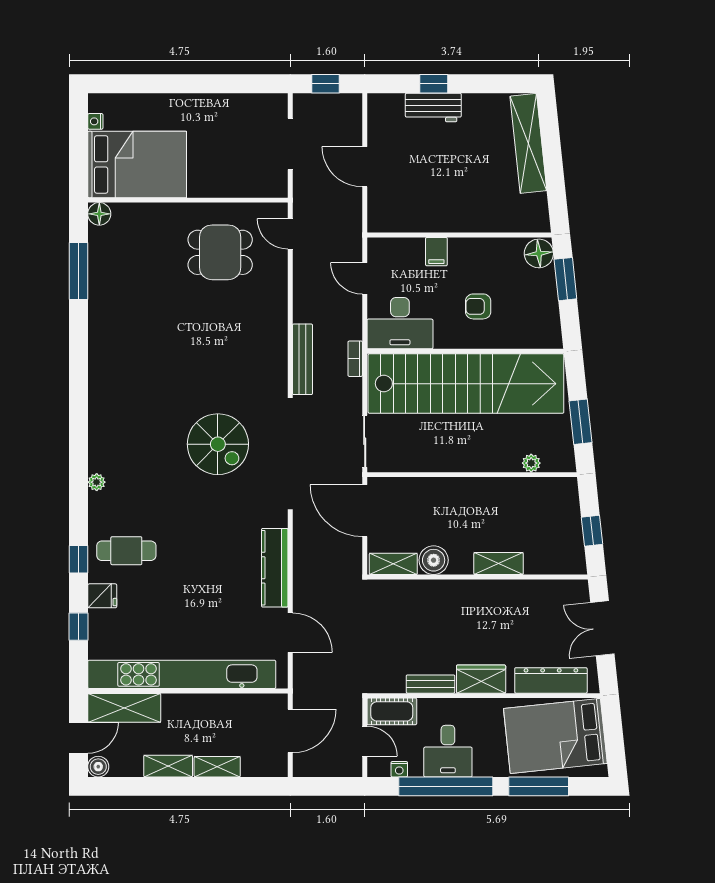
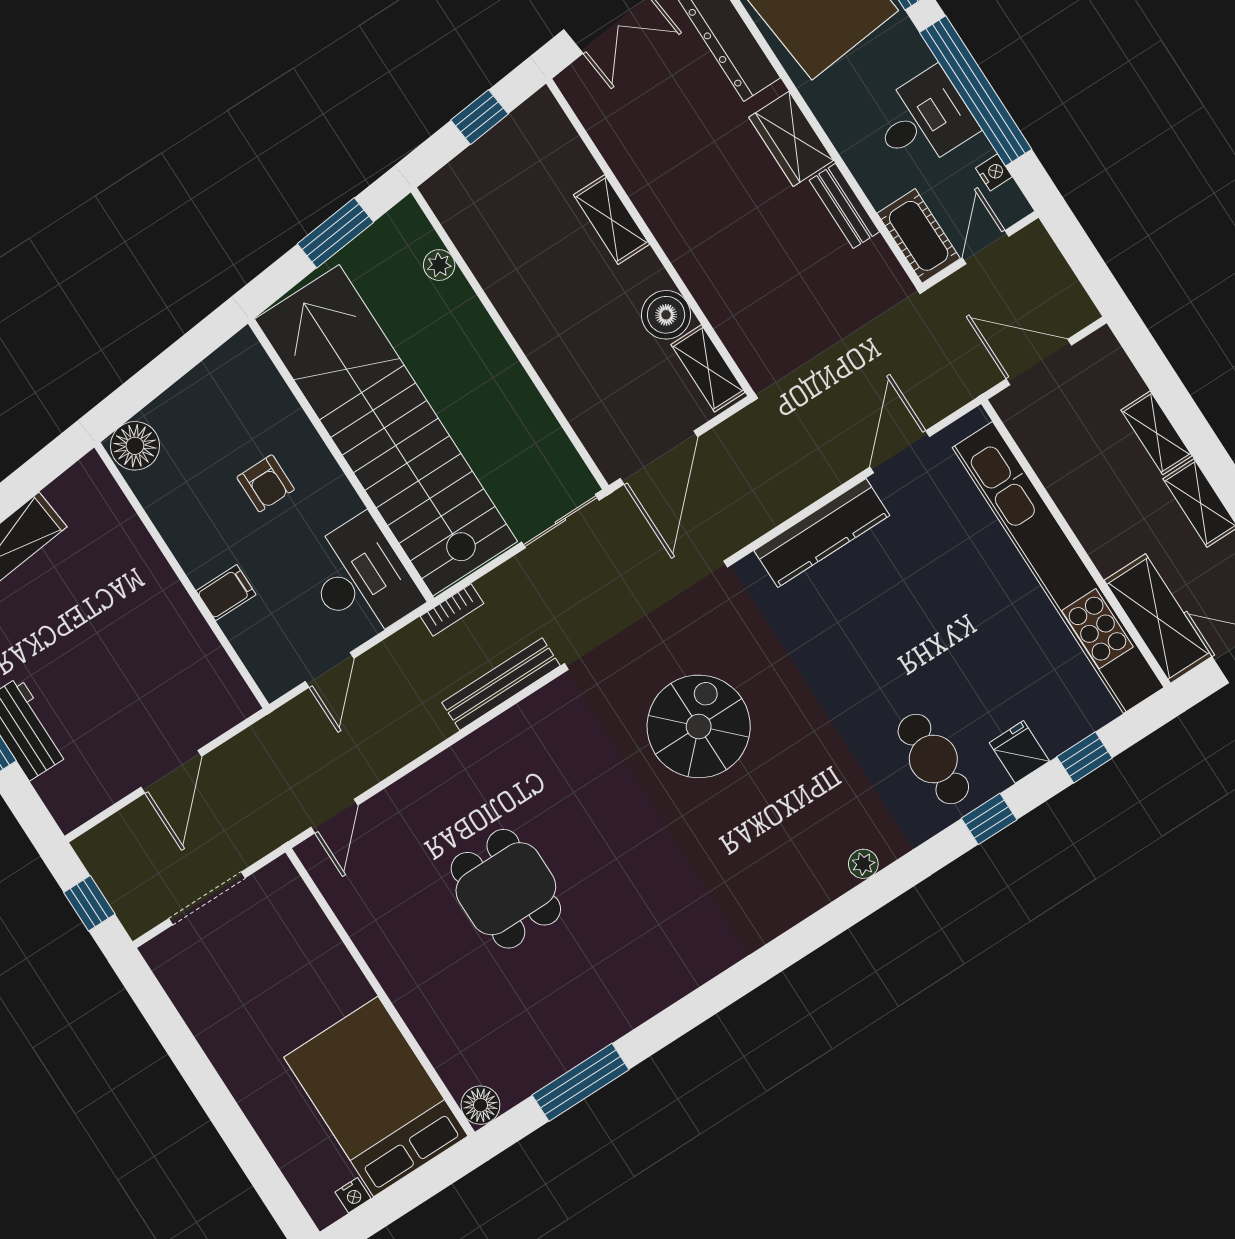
dining table: (220, 252) -> (506, 889), moved
window: (565, 279) -> (147, 385), removed

